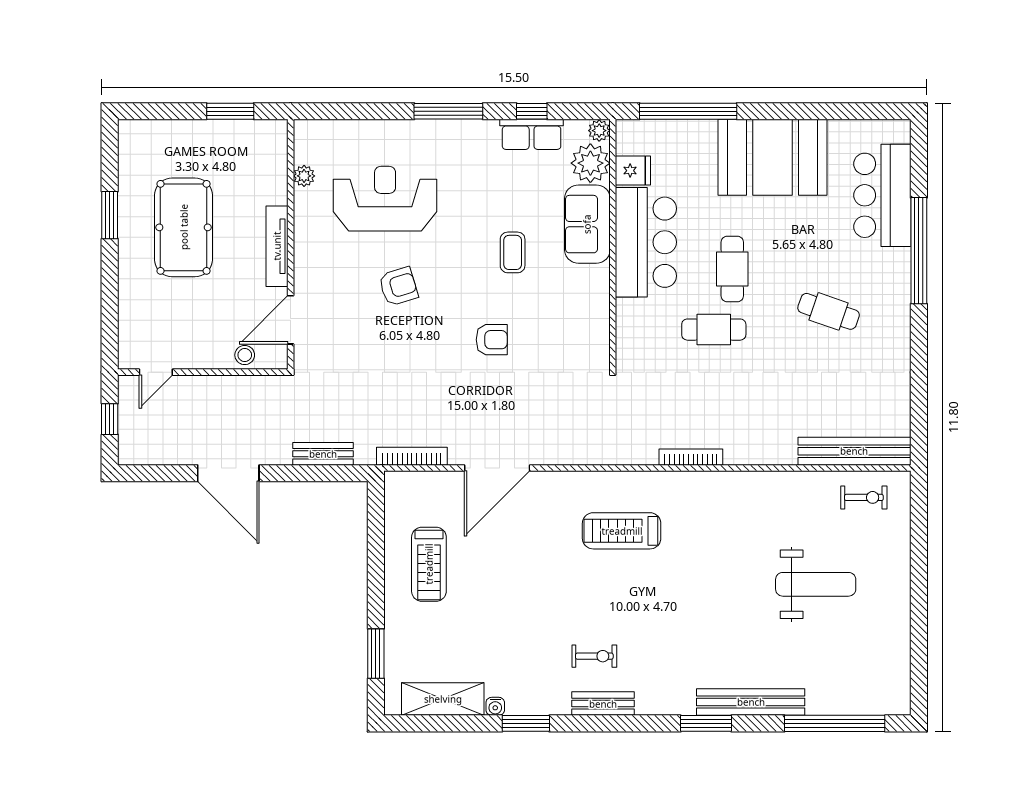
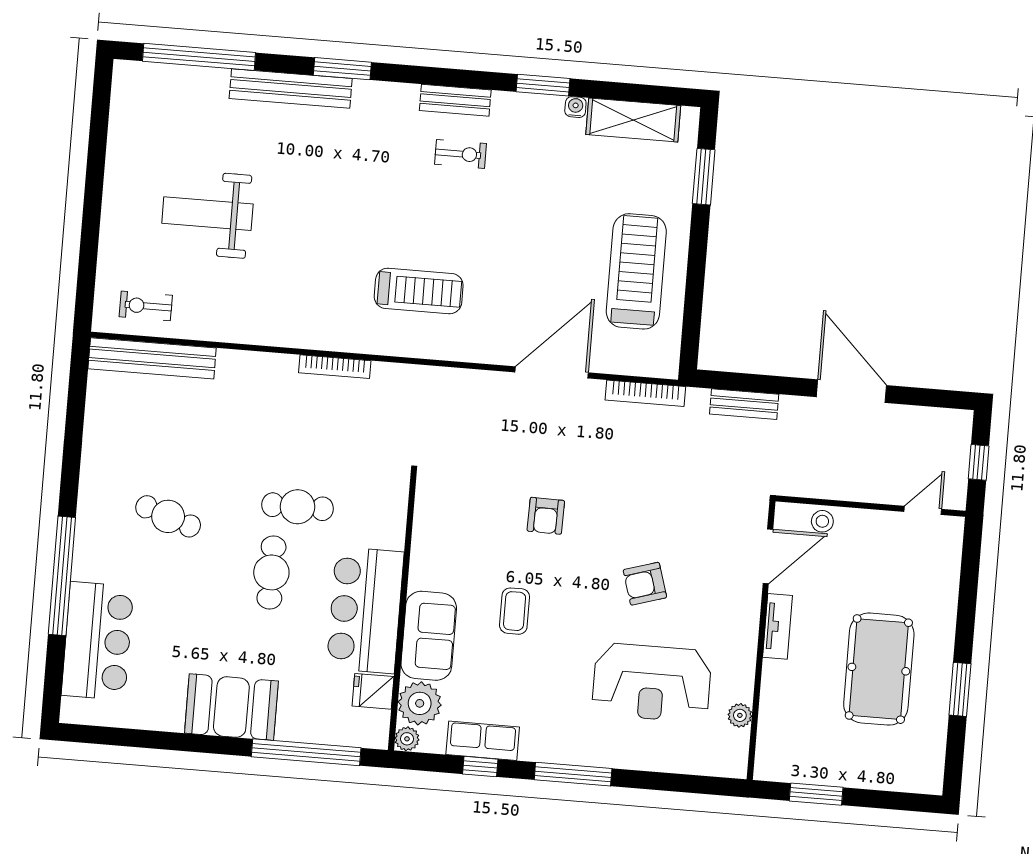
booth: (773, 157) -> (231, 707), width x0.73, depth x0.70
tv unit: (277, 246) -> (777, 626), width x0.71
armchair: (492, 340) -> (546, 516), turned -89
treadmill: (429, 564) -> (636, 271), width x1.37, depth x1.38
exercise bike: (594, 656) -> (461, 154), turned 180

